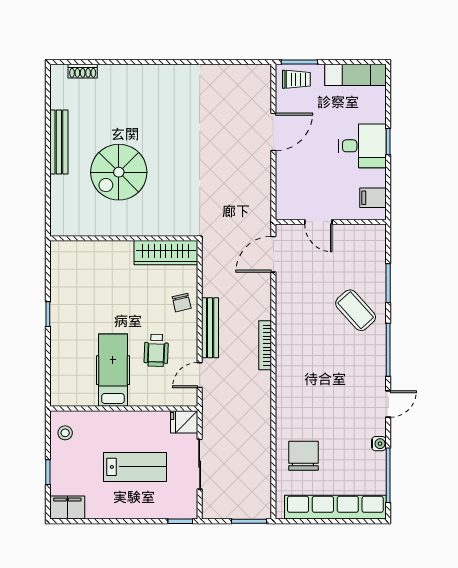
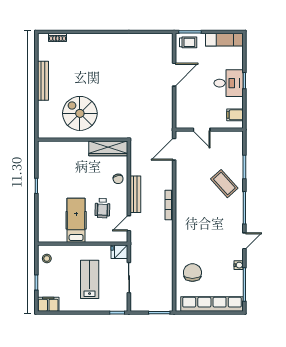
spiral stairs: (119, 172) -> (80, 113), moved, turned 90
lab bench: (135, 467) -> (90, 279), turned -90

